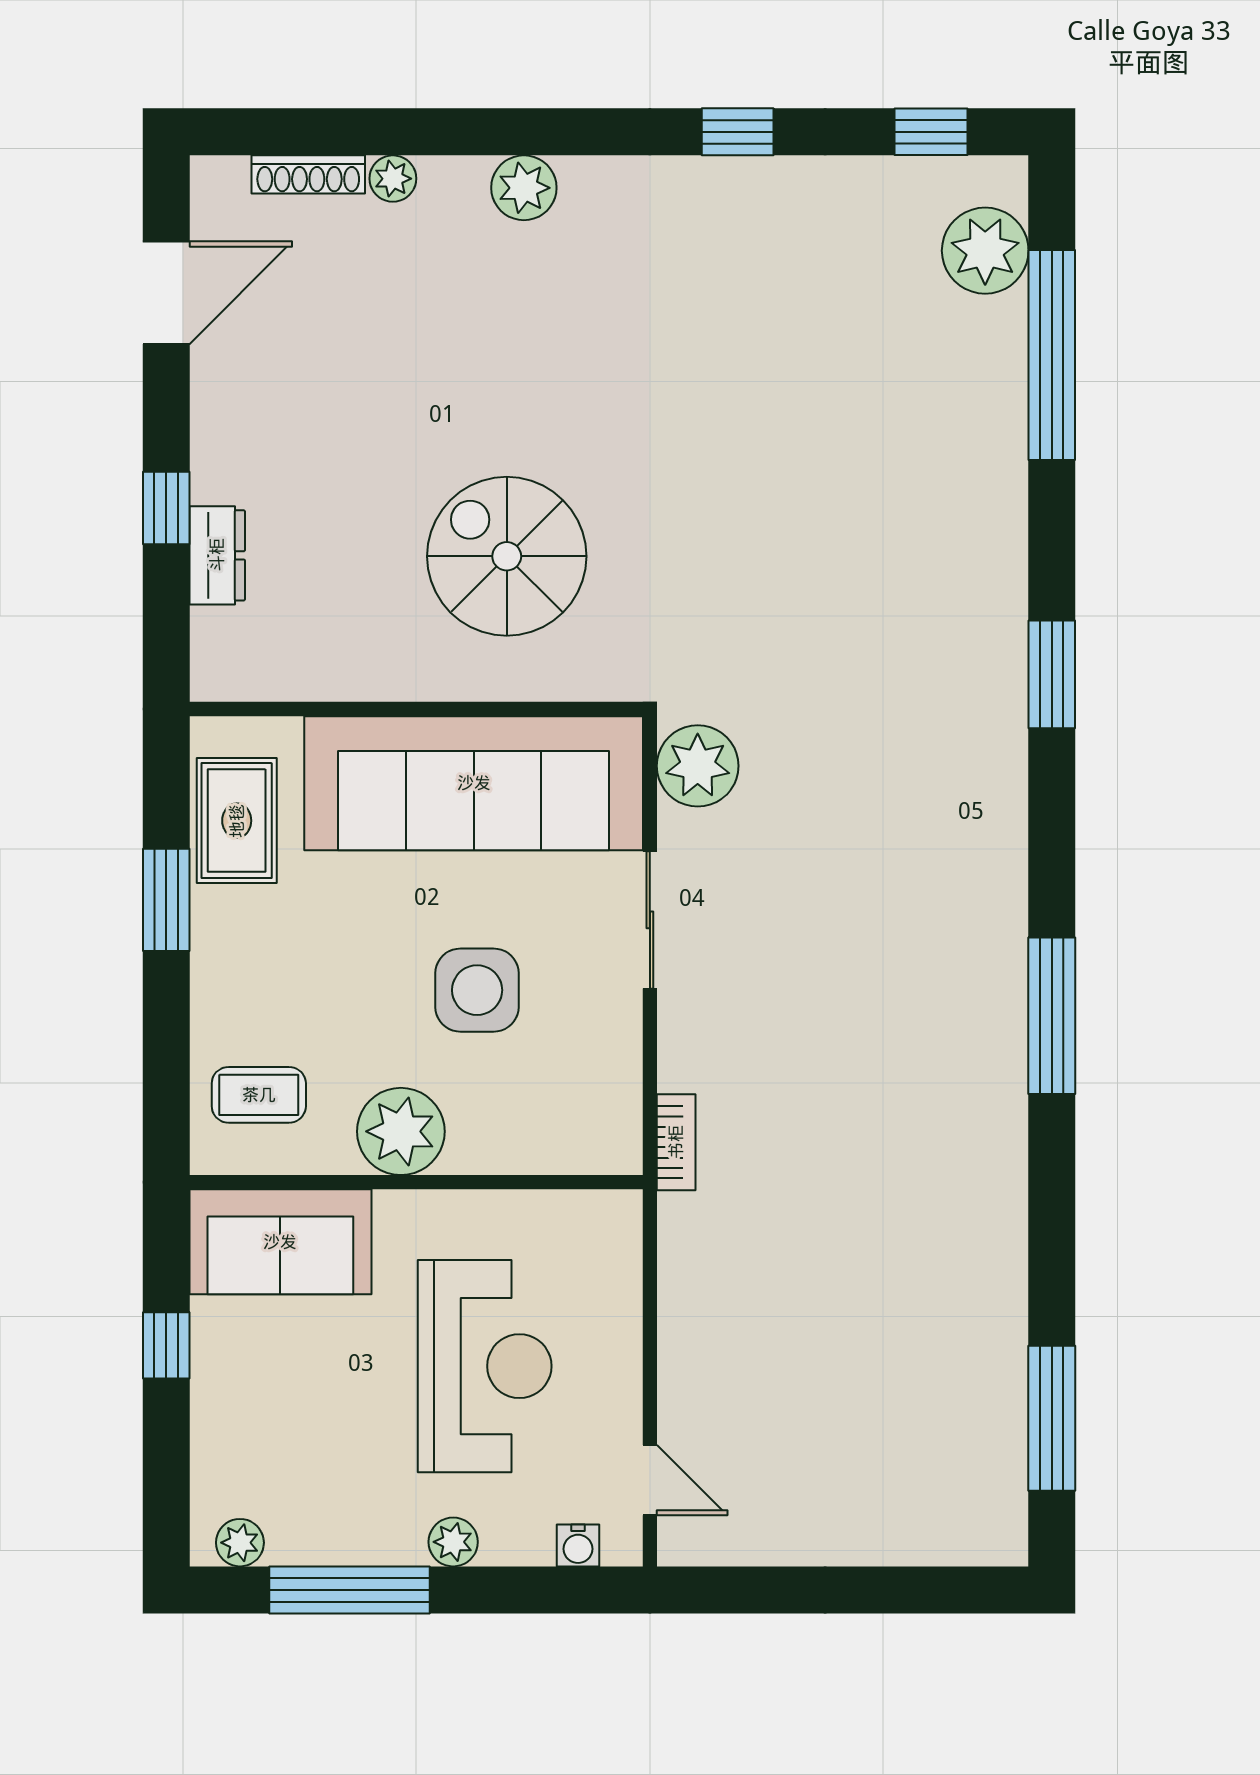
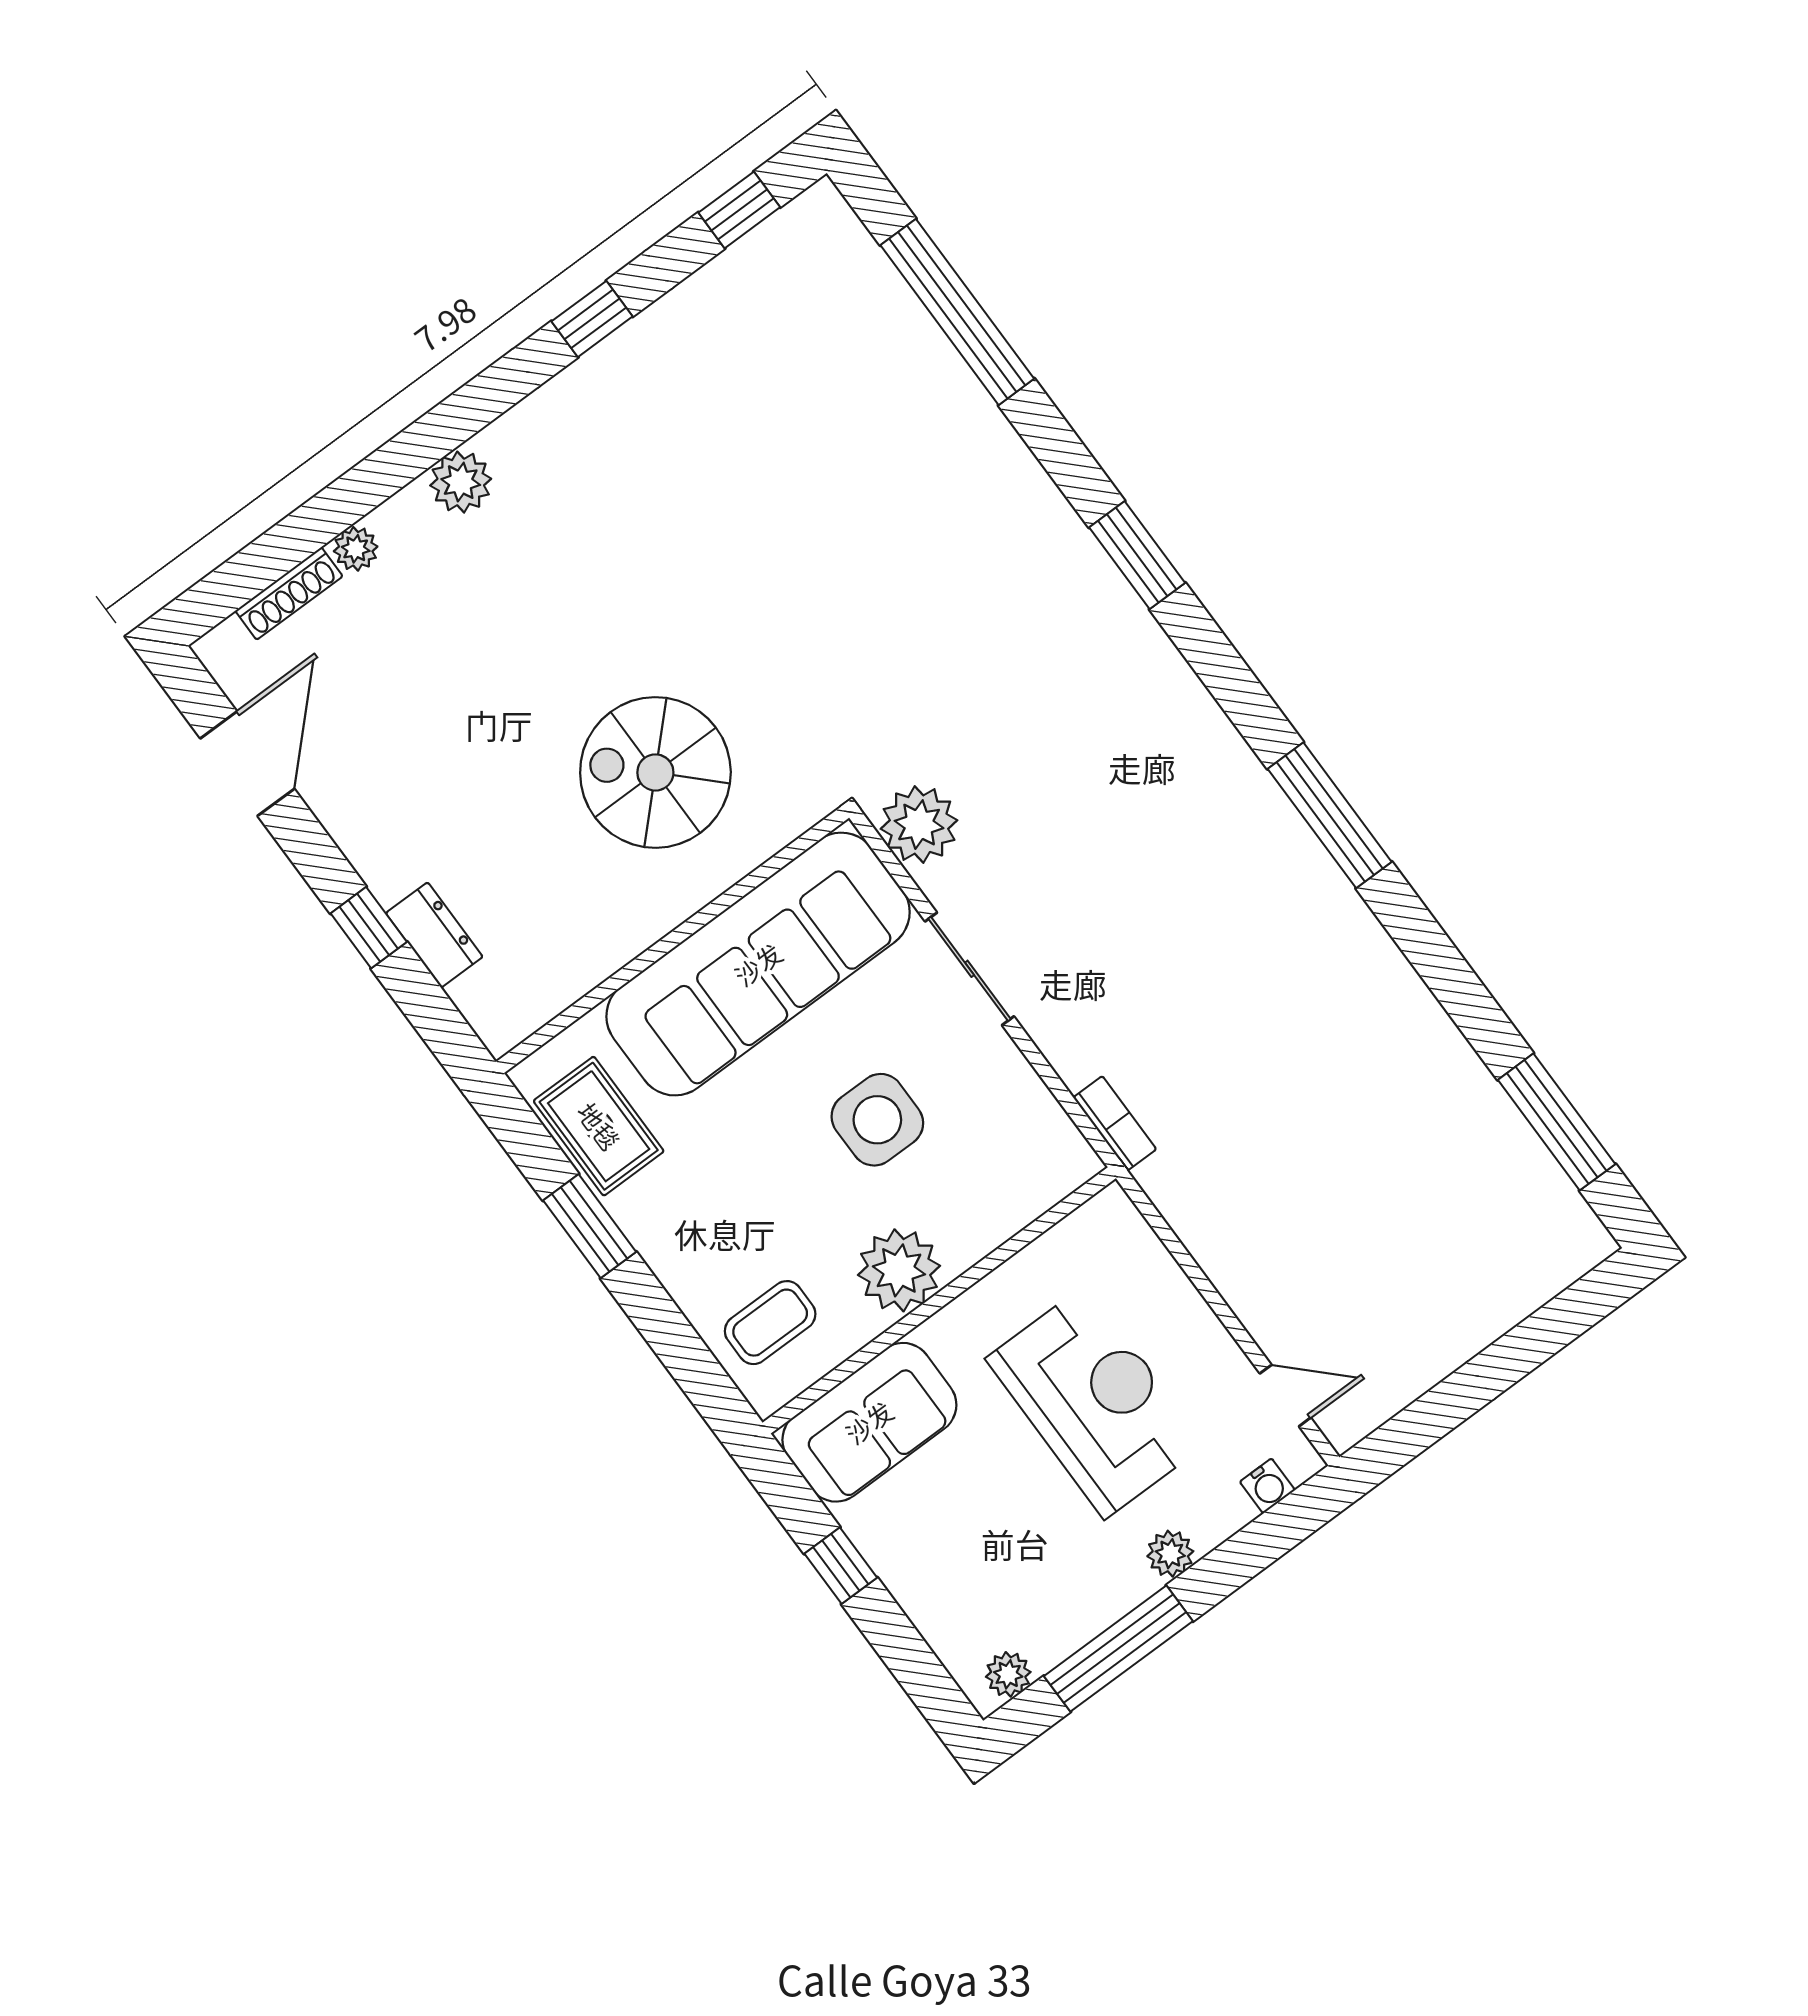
plant: (985, 251) -> (848, 270), removed

